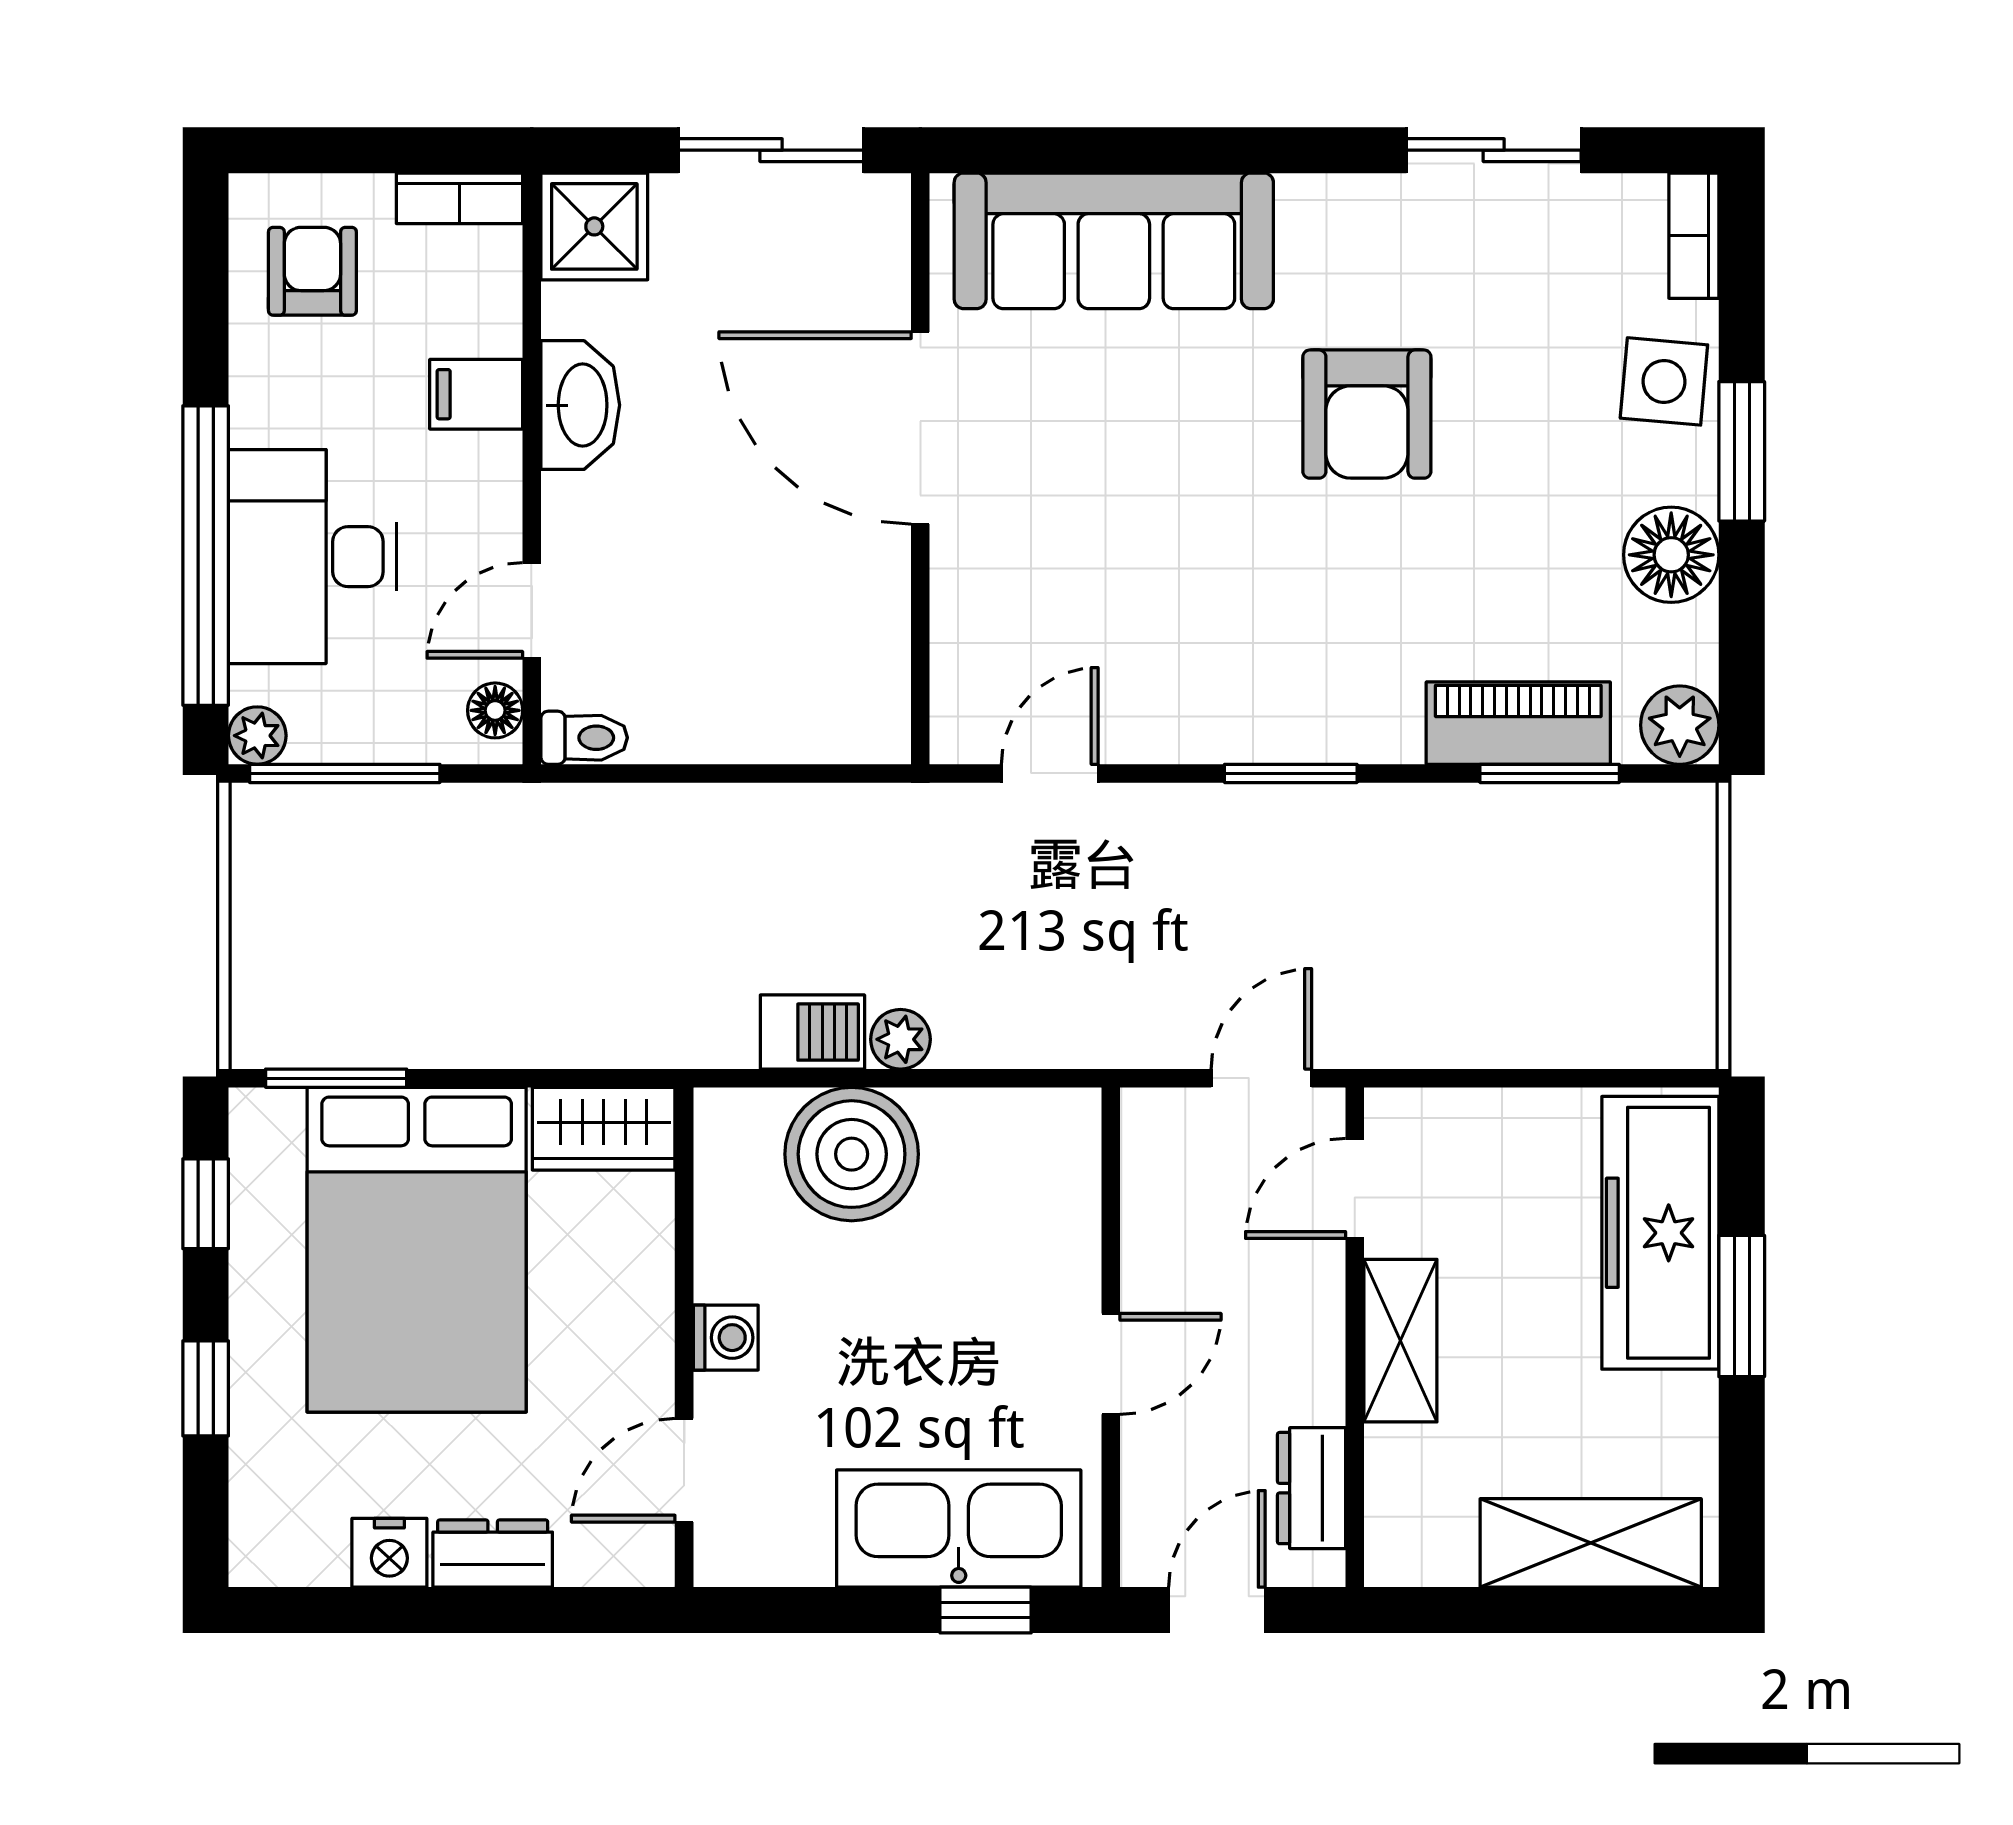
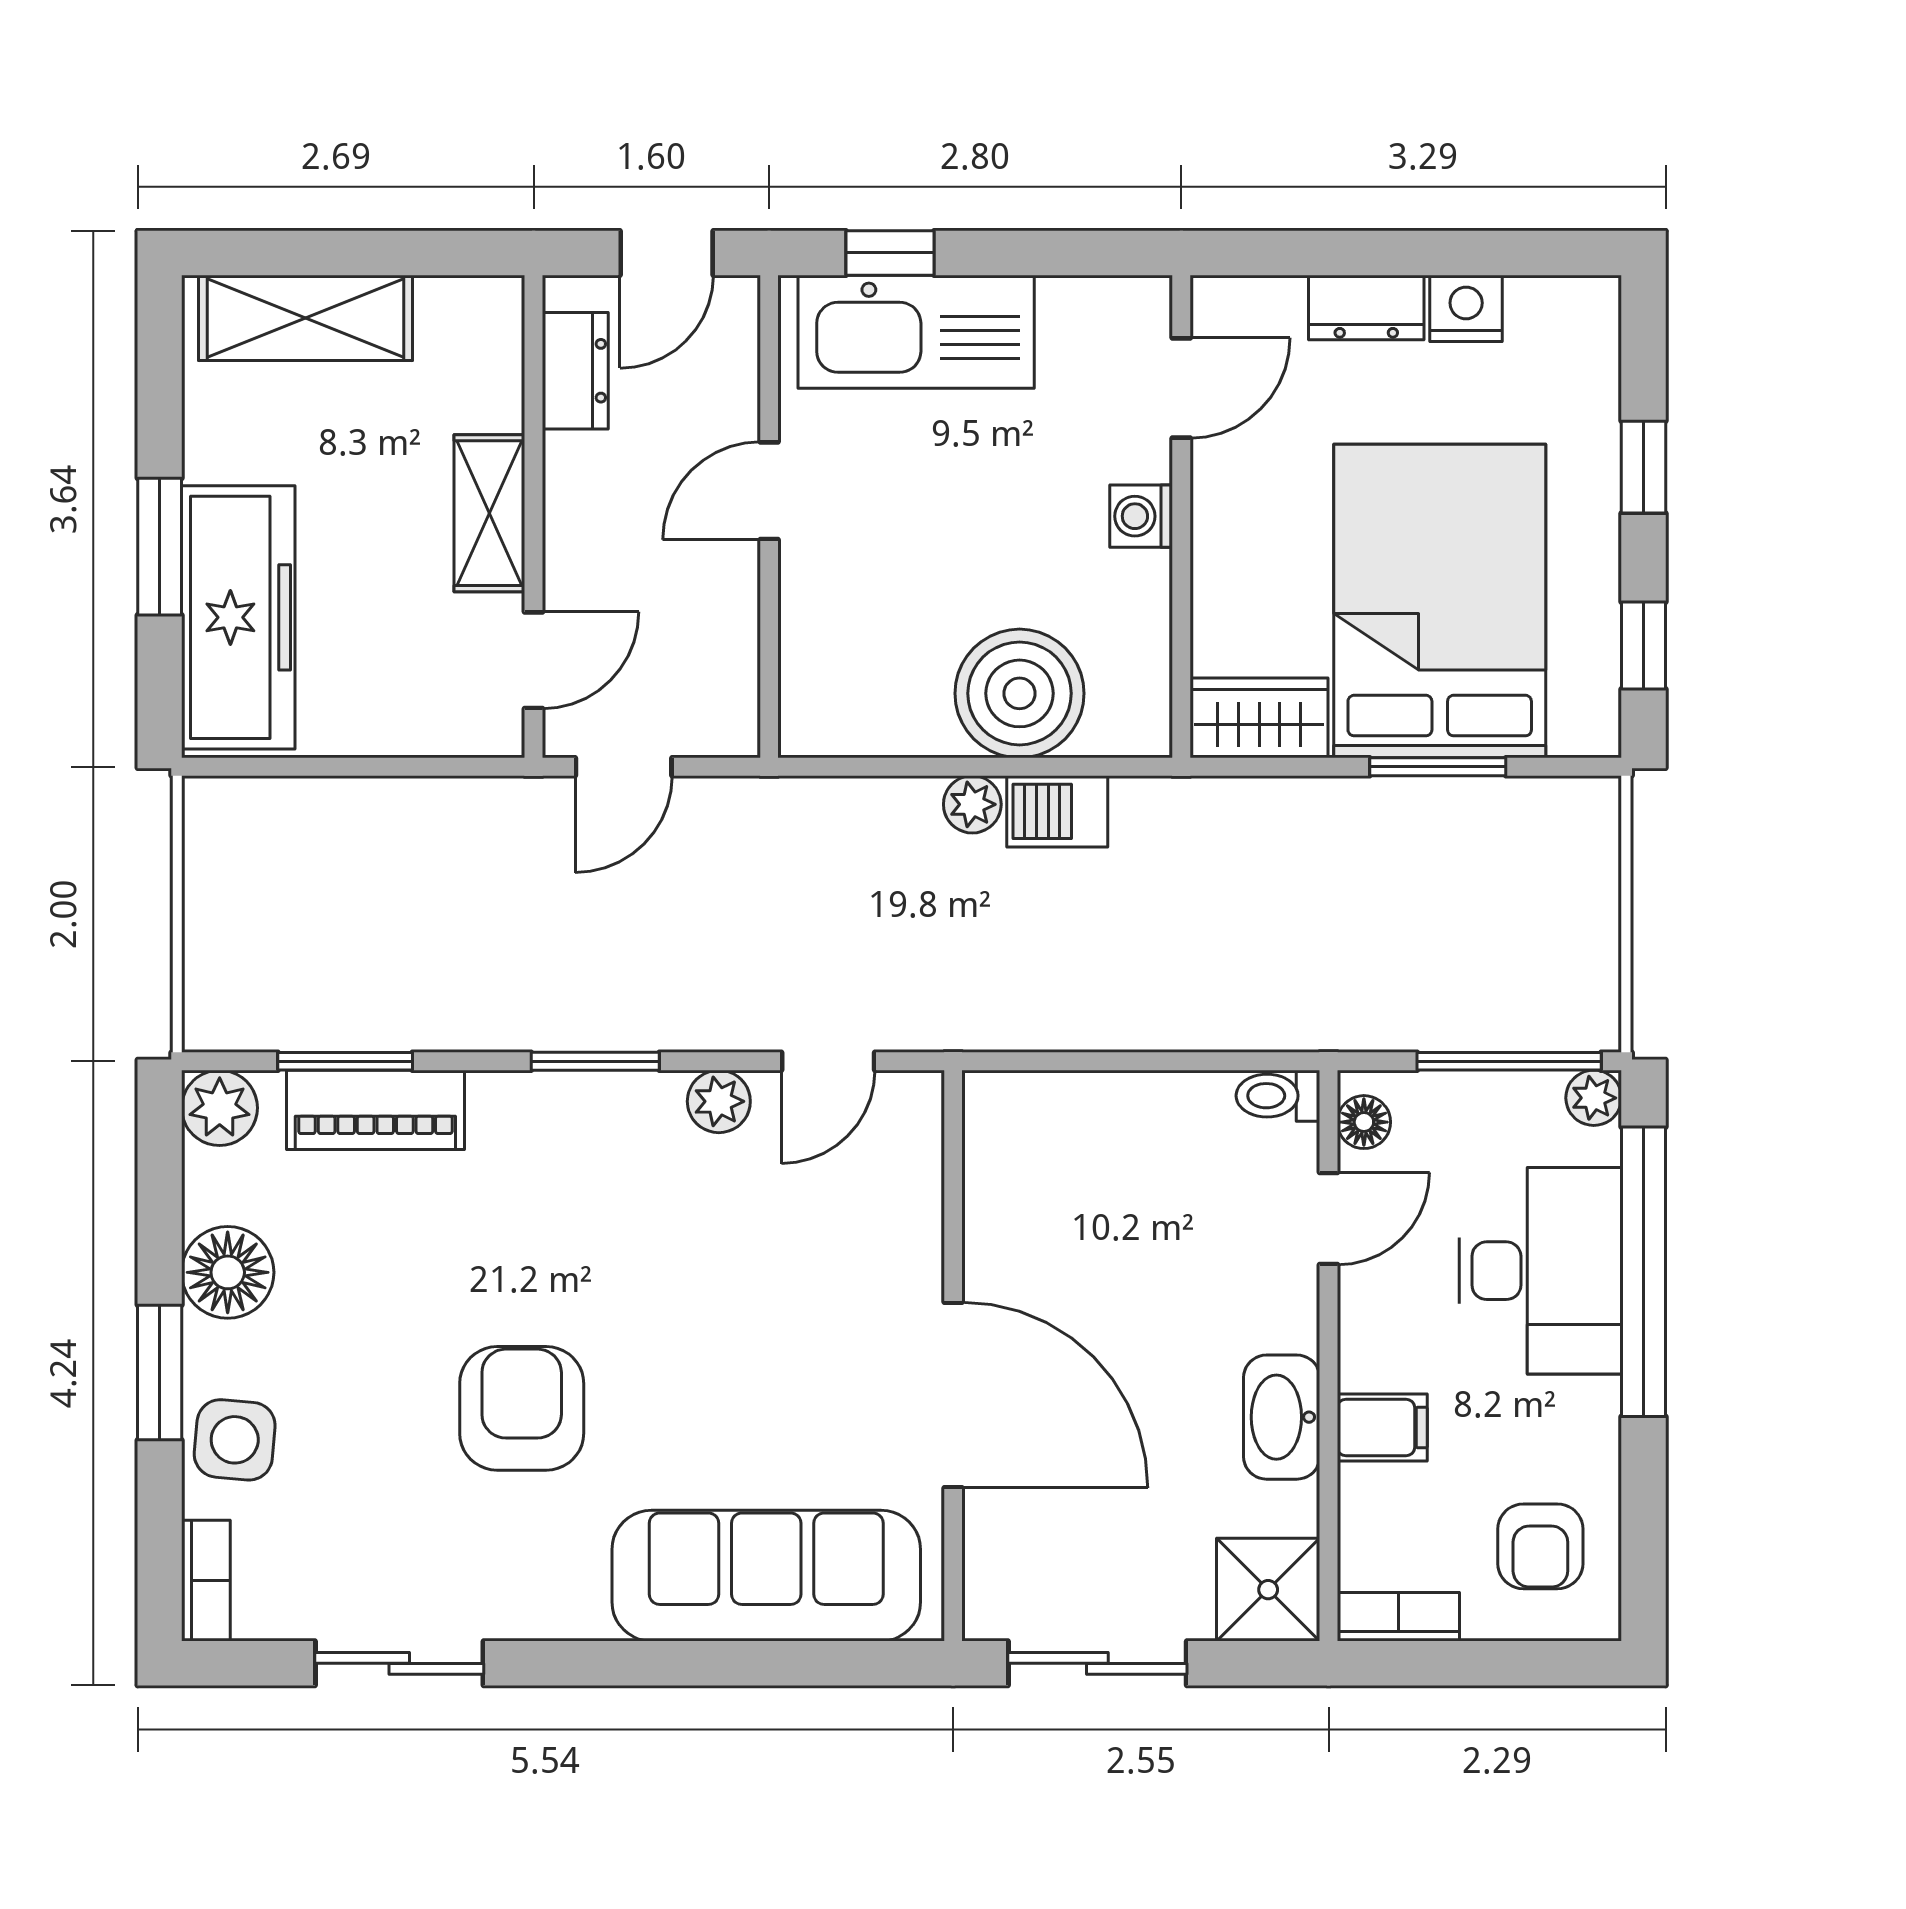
plant: (1163, 732) -> (719, 1101), added
window: (336, 1078) -> (1438, 767), moved

